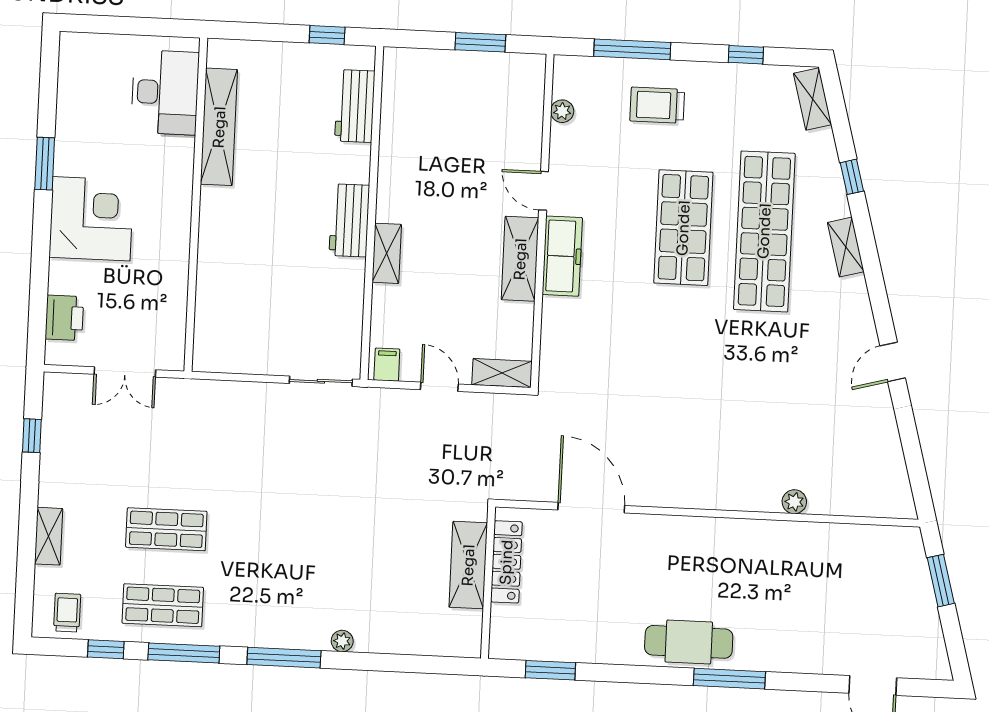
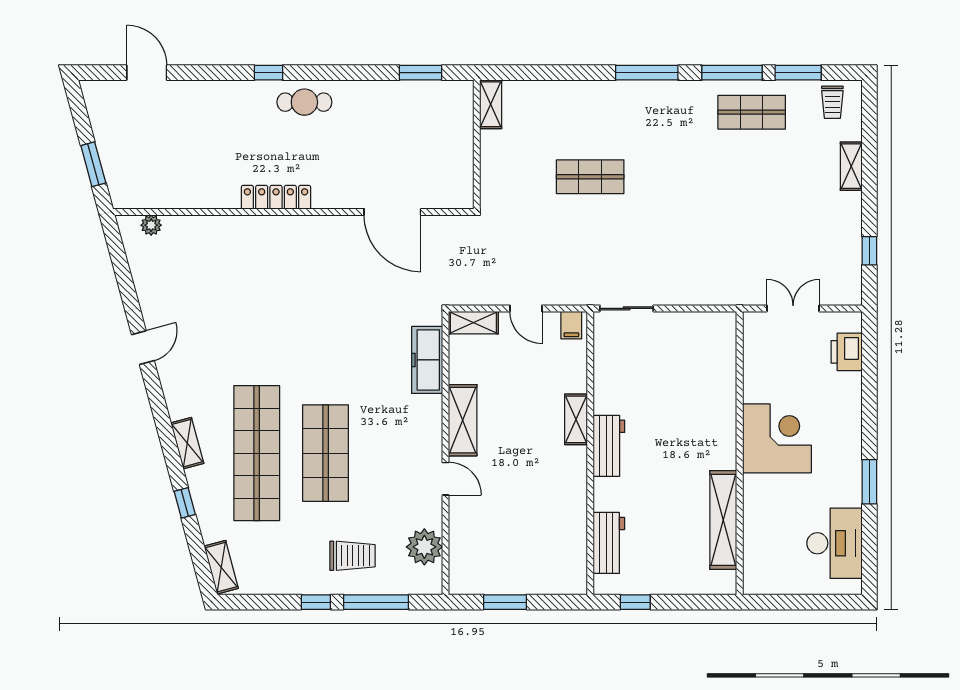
window: (746, 55) -> (316, 602), moved
desk: (165, 92) -> (834, 543), moved, turned 180
plant: (562, 111) -> (424, 547), width x1.87, depth x1.87
corner desk: (91, 219) -> (777, 438), moved, turned 180
freezer: (562, 256) -> (427, 360), moved
plant: (794, 502) -> (151, 225), moved
shop shelf: (166, 529) -> (590, 177), moved
locker: (506, 562) -> (276, 197), moved, turned 90
shelving: (468, 565) -> (491, 104), moved, width x0.67, depth x0.75
plant: (342, 641) -> (598, 89), removed
cafe table: (689, 642) -> (304, 102), width x0.73, depth x0.74
window: (106, 649) -> (798, 73), width x1.50
window: (729, 679) -> (268, 73), width x0.46

